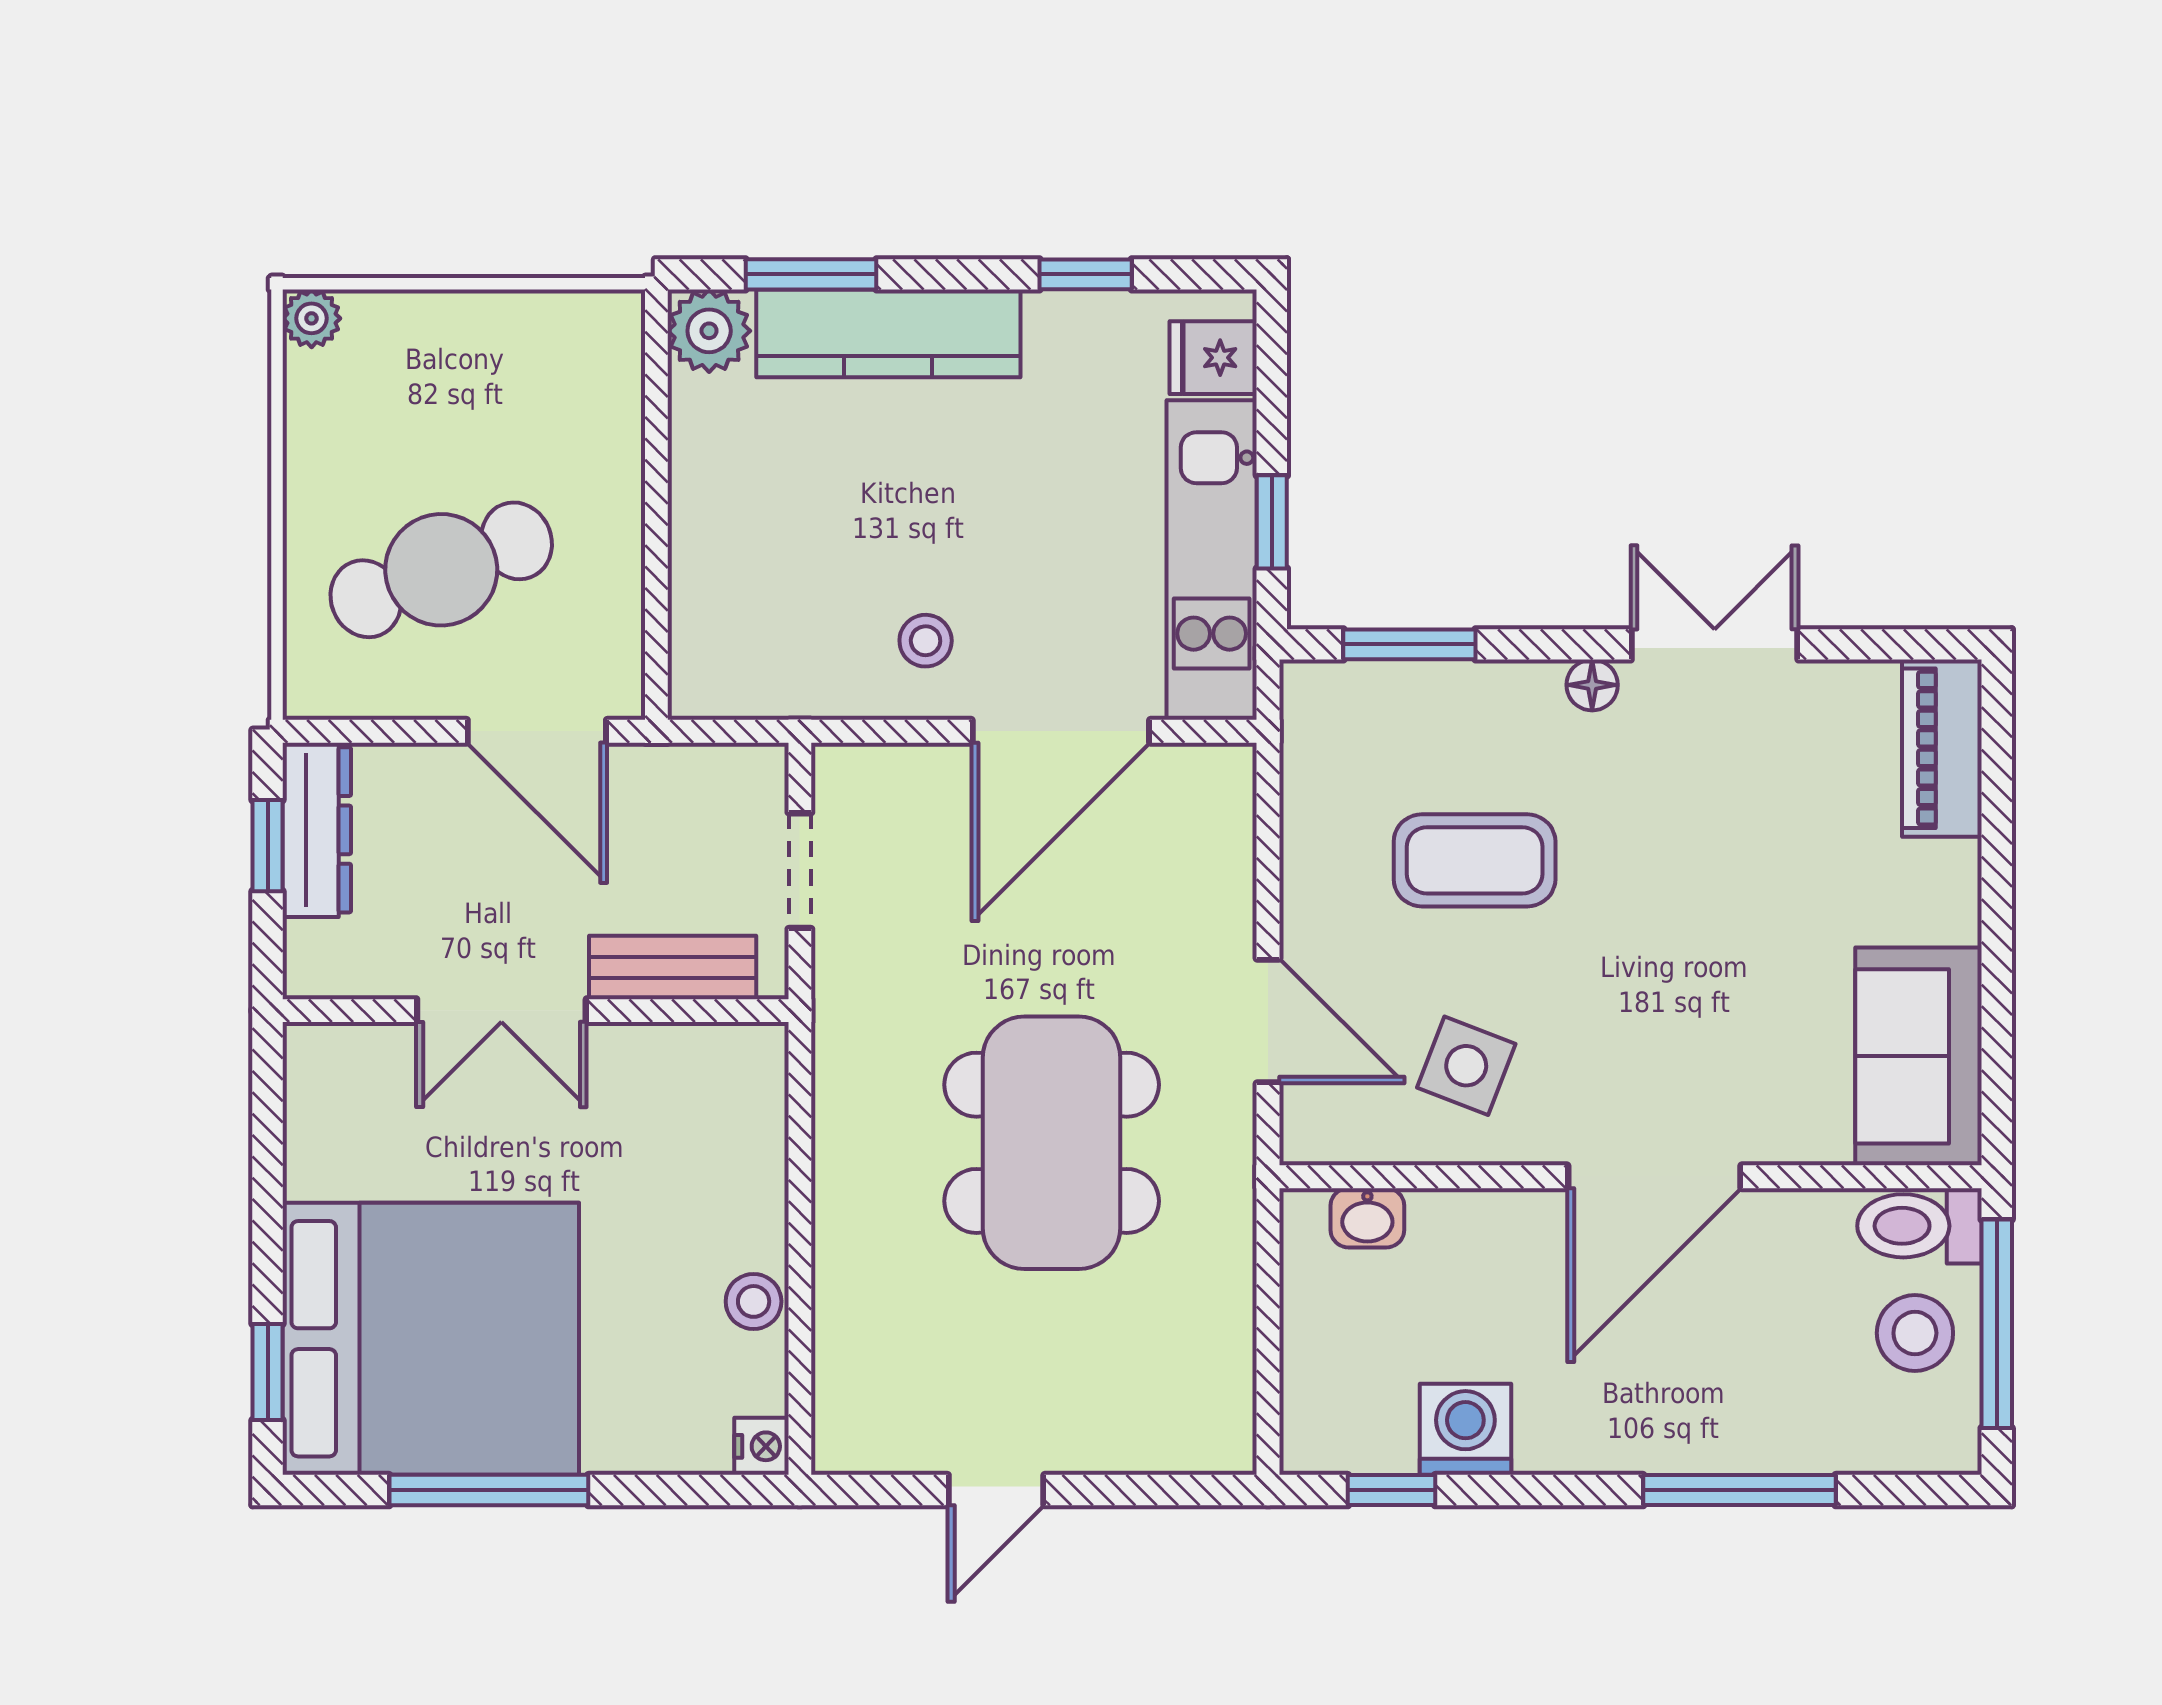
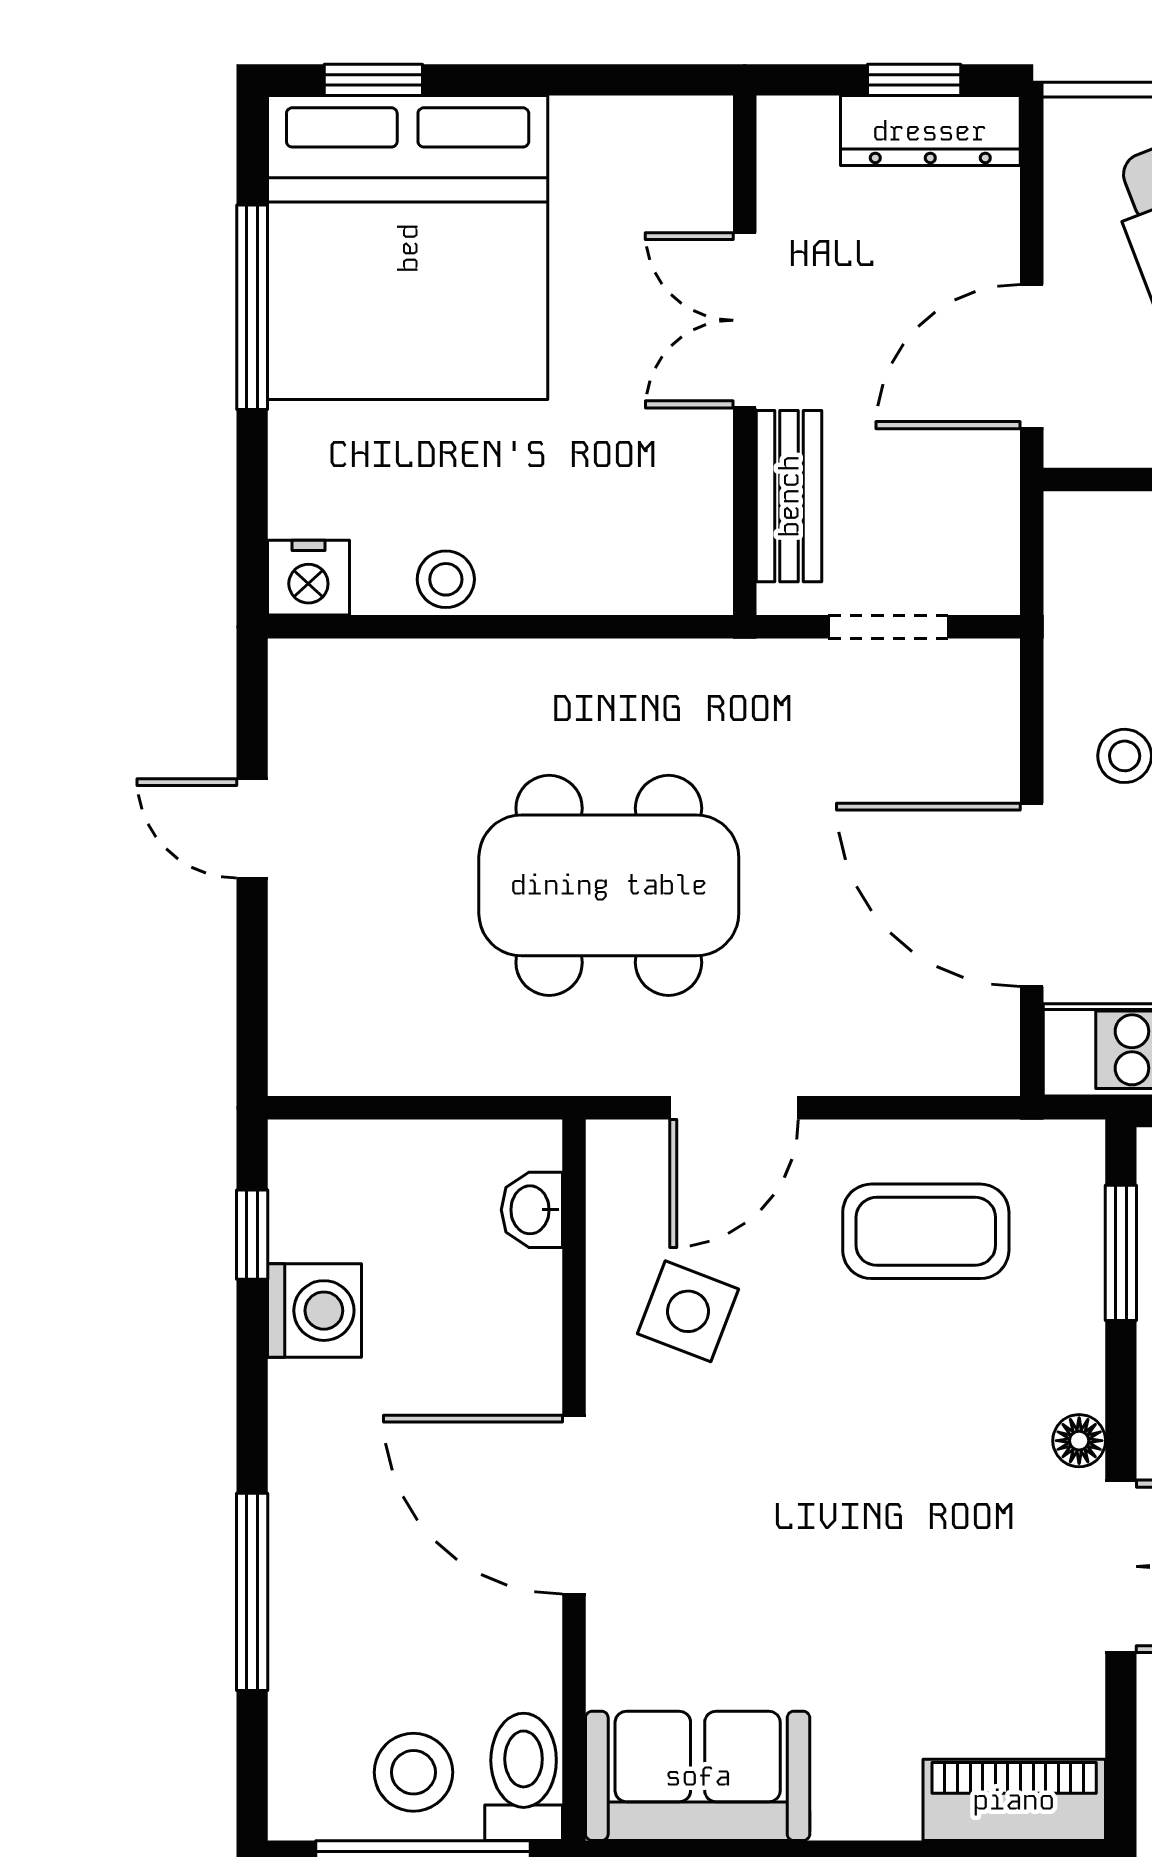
coffee table: (1475, 860) -> (926, 1231), moved, turned 90
nightstand: (762, 1446) -> (308, 578), width x1.39, depth x1.35

